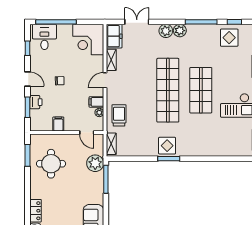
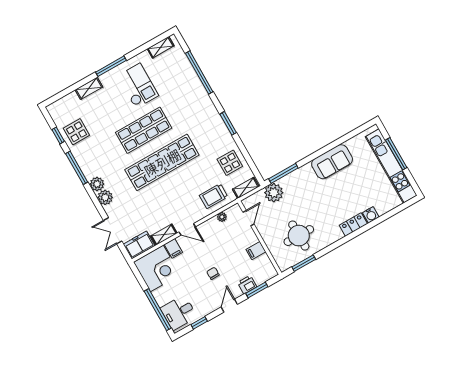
filing cabinet: (96, 102) -> (173, 248), moved
display table: (167, 146) -> (230, 163), moved
window: (221, 159) -> (199, 73), added

